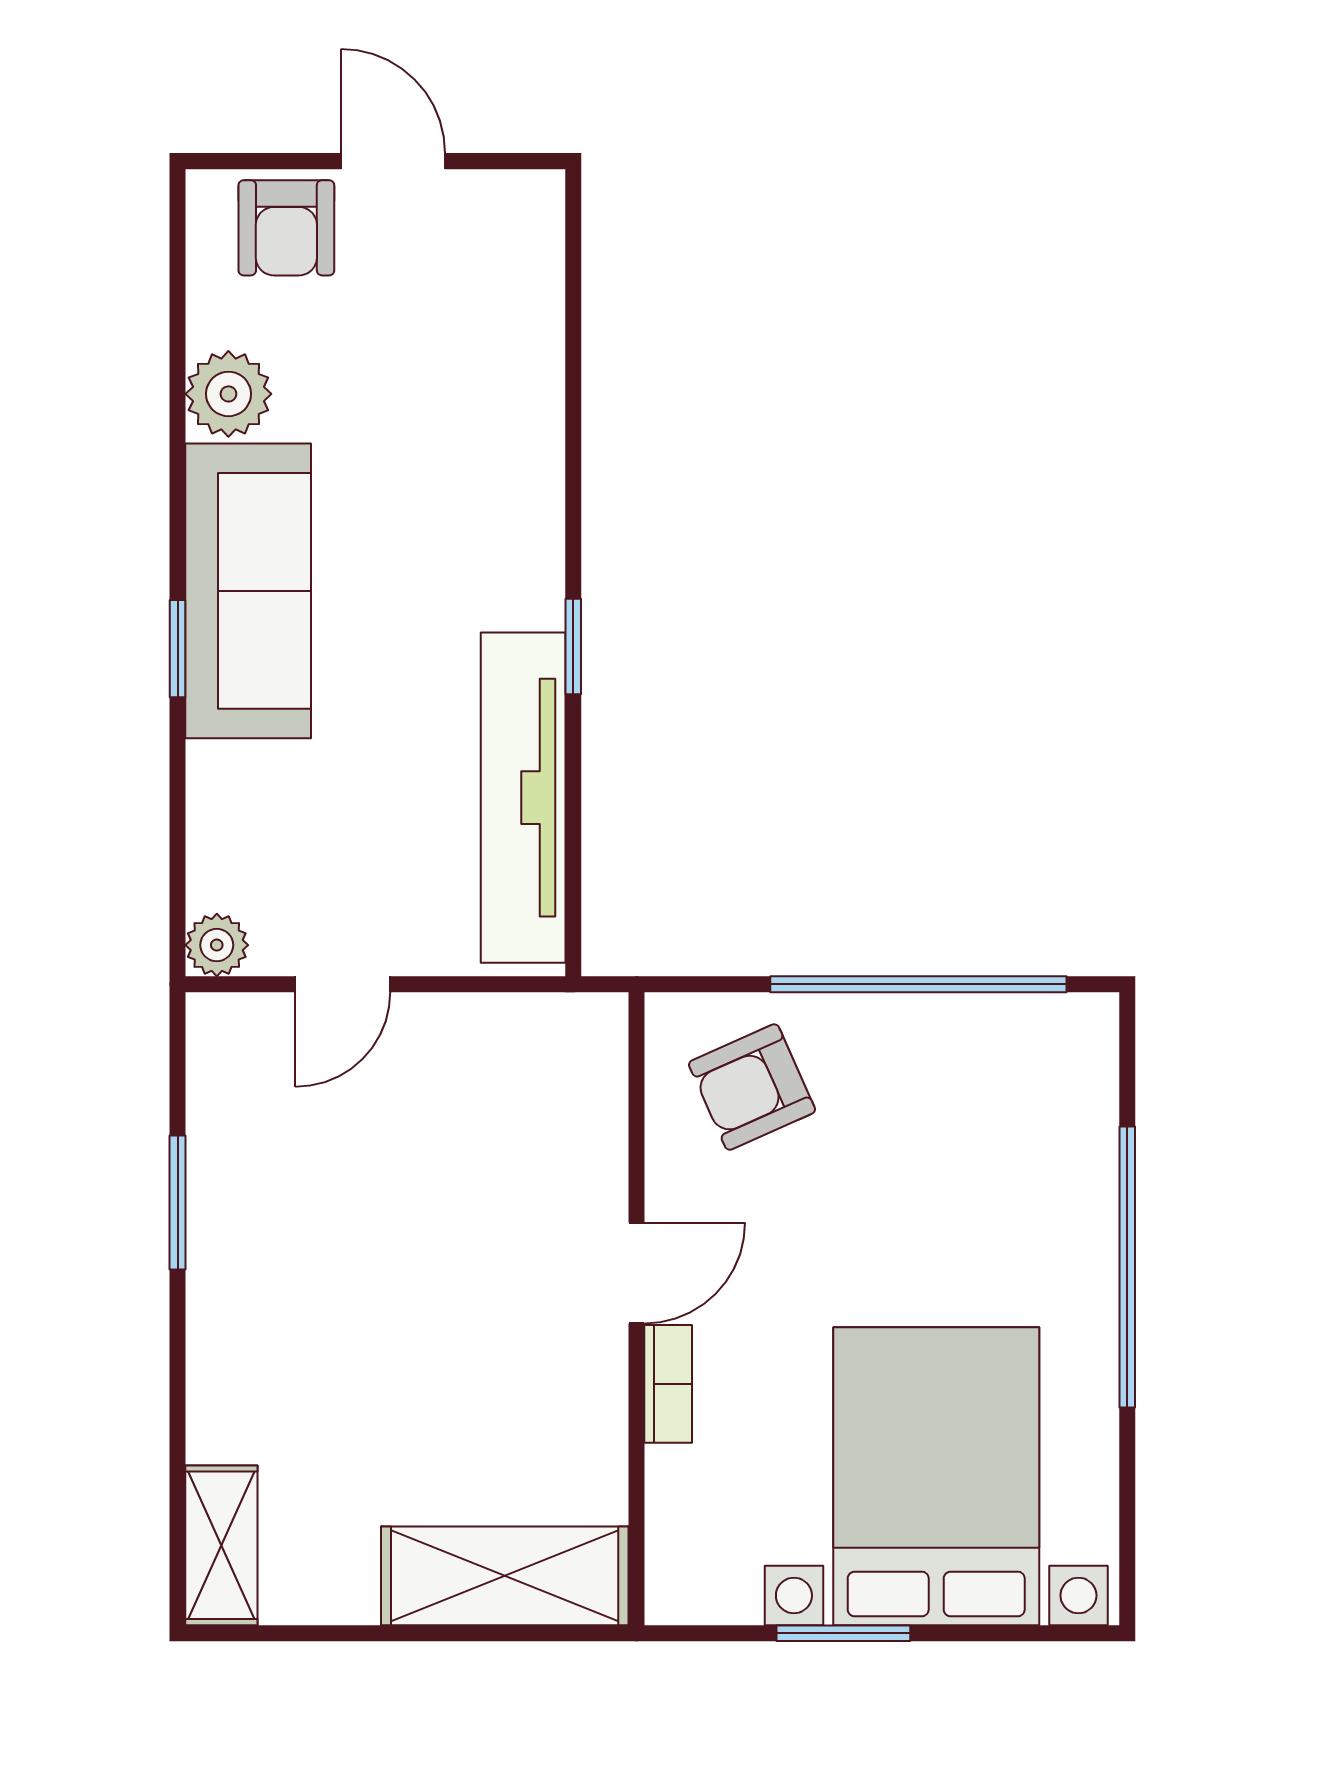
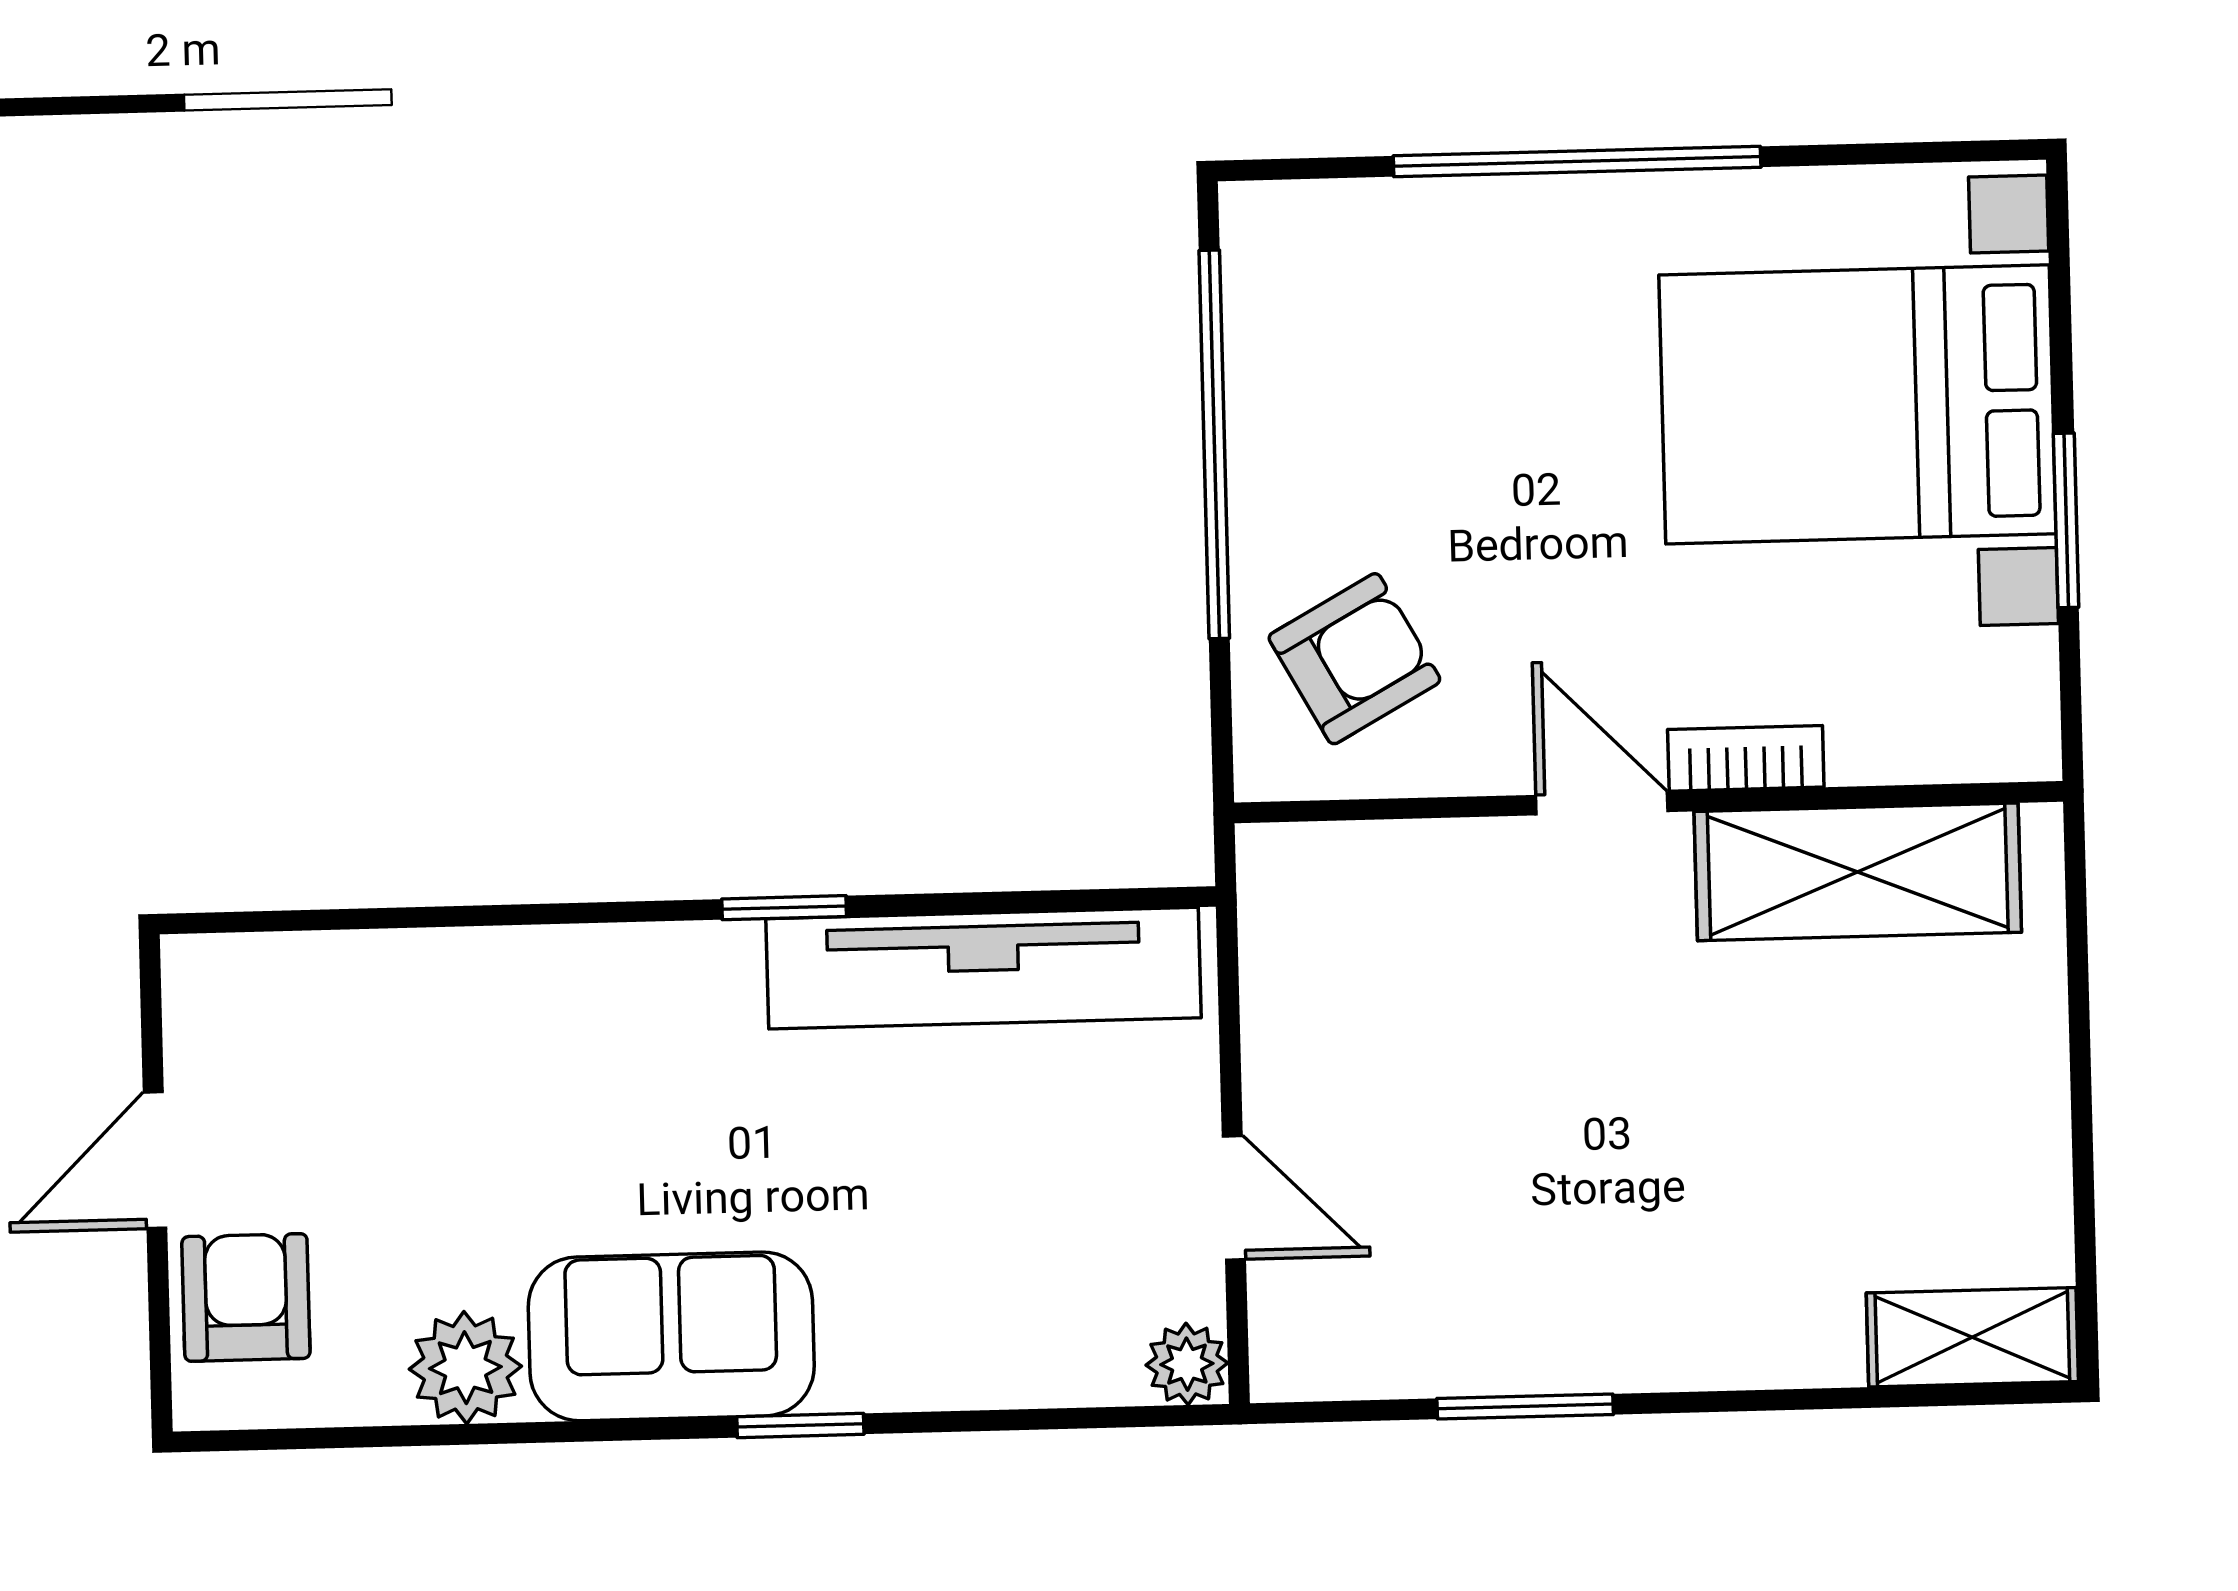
armchair: (286, 228) -> (246, 1297), turned -90
sofa: (248, 591) -> (671, 1336), width x0.73
armchair: (752, 1087) -> (1354, 659), turned -95
shelving: (505, 1576) -> (1858, 872), moved, turned 90

